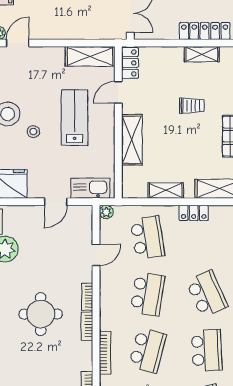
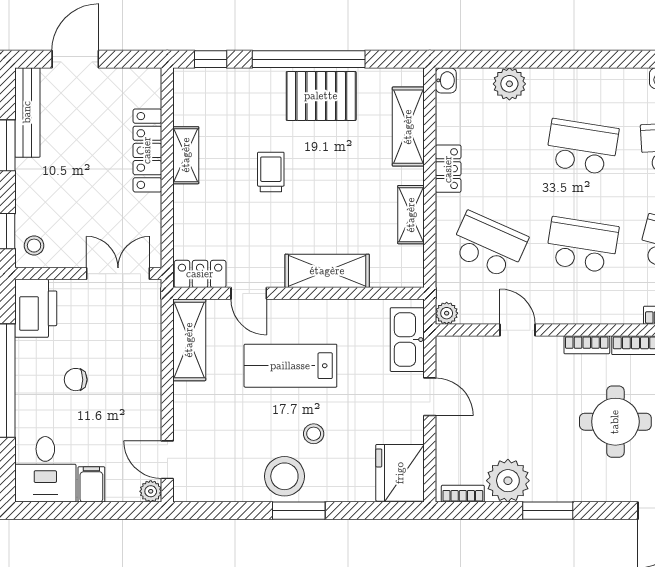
school desk: (147, 237) -> (489, 245), turned 33
school desk: (207, 294) -> (582, 147), turned 33

